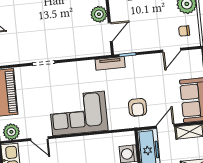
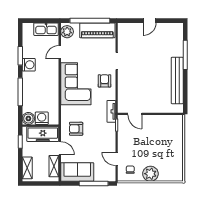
plant: (99, 14) -> (149, 107), removed
armchair: (71, 76) -> (105, 81), added

